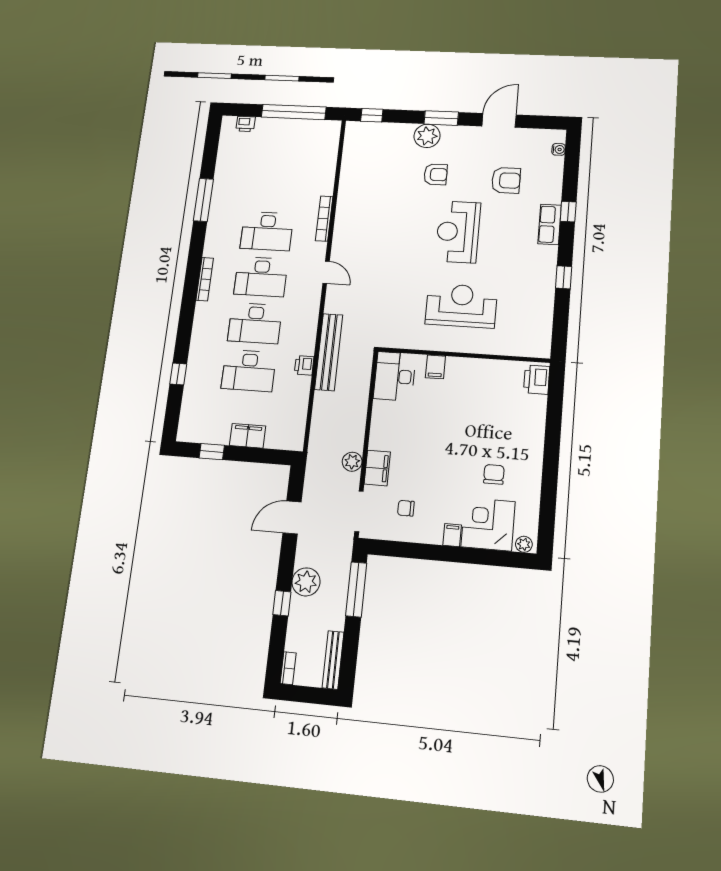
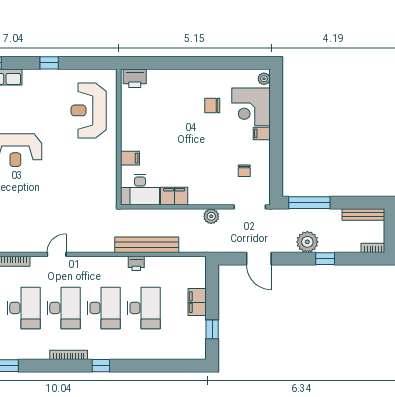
reception desk: (461, 306) -> (89, 110), moved
bench: (329, 352) -> (147, 245), moved
window: (178, 374) -> (101, 366), moved
filing cabinet: (377, 468) -> (174, 196), moved

